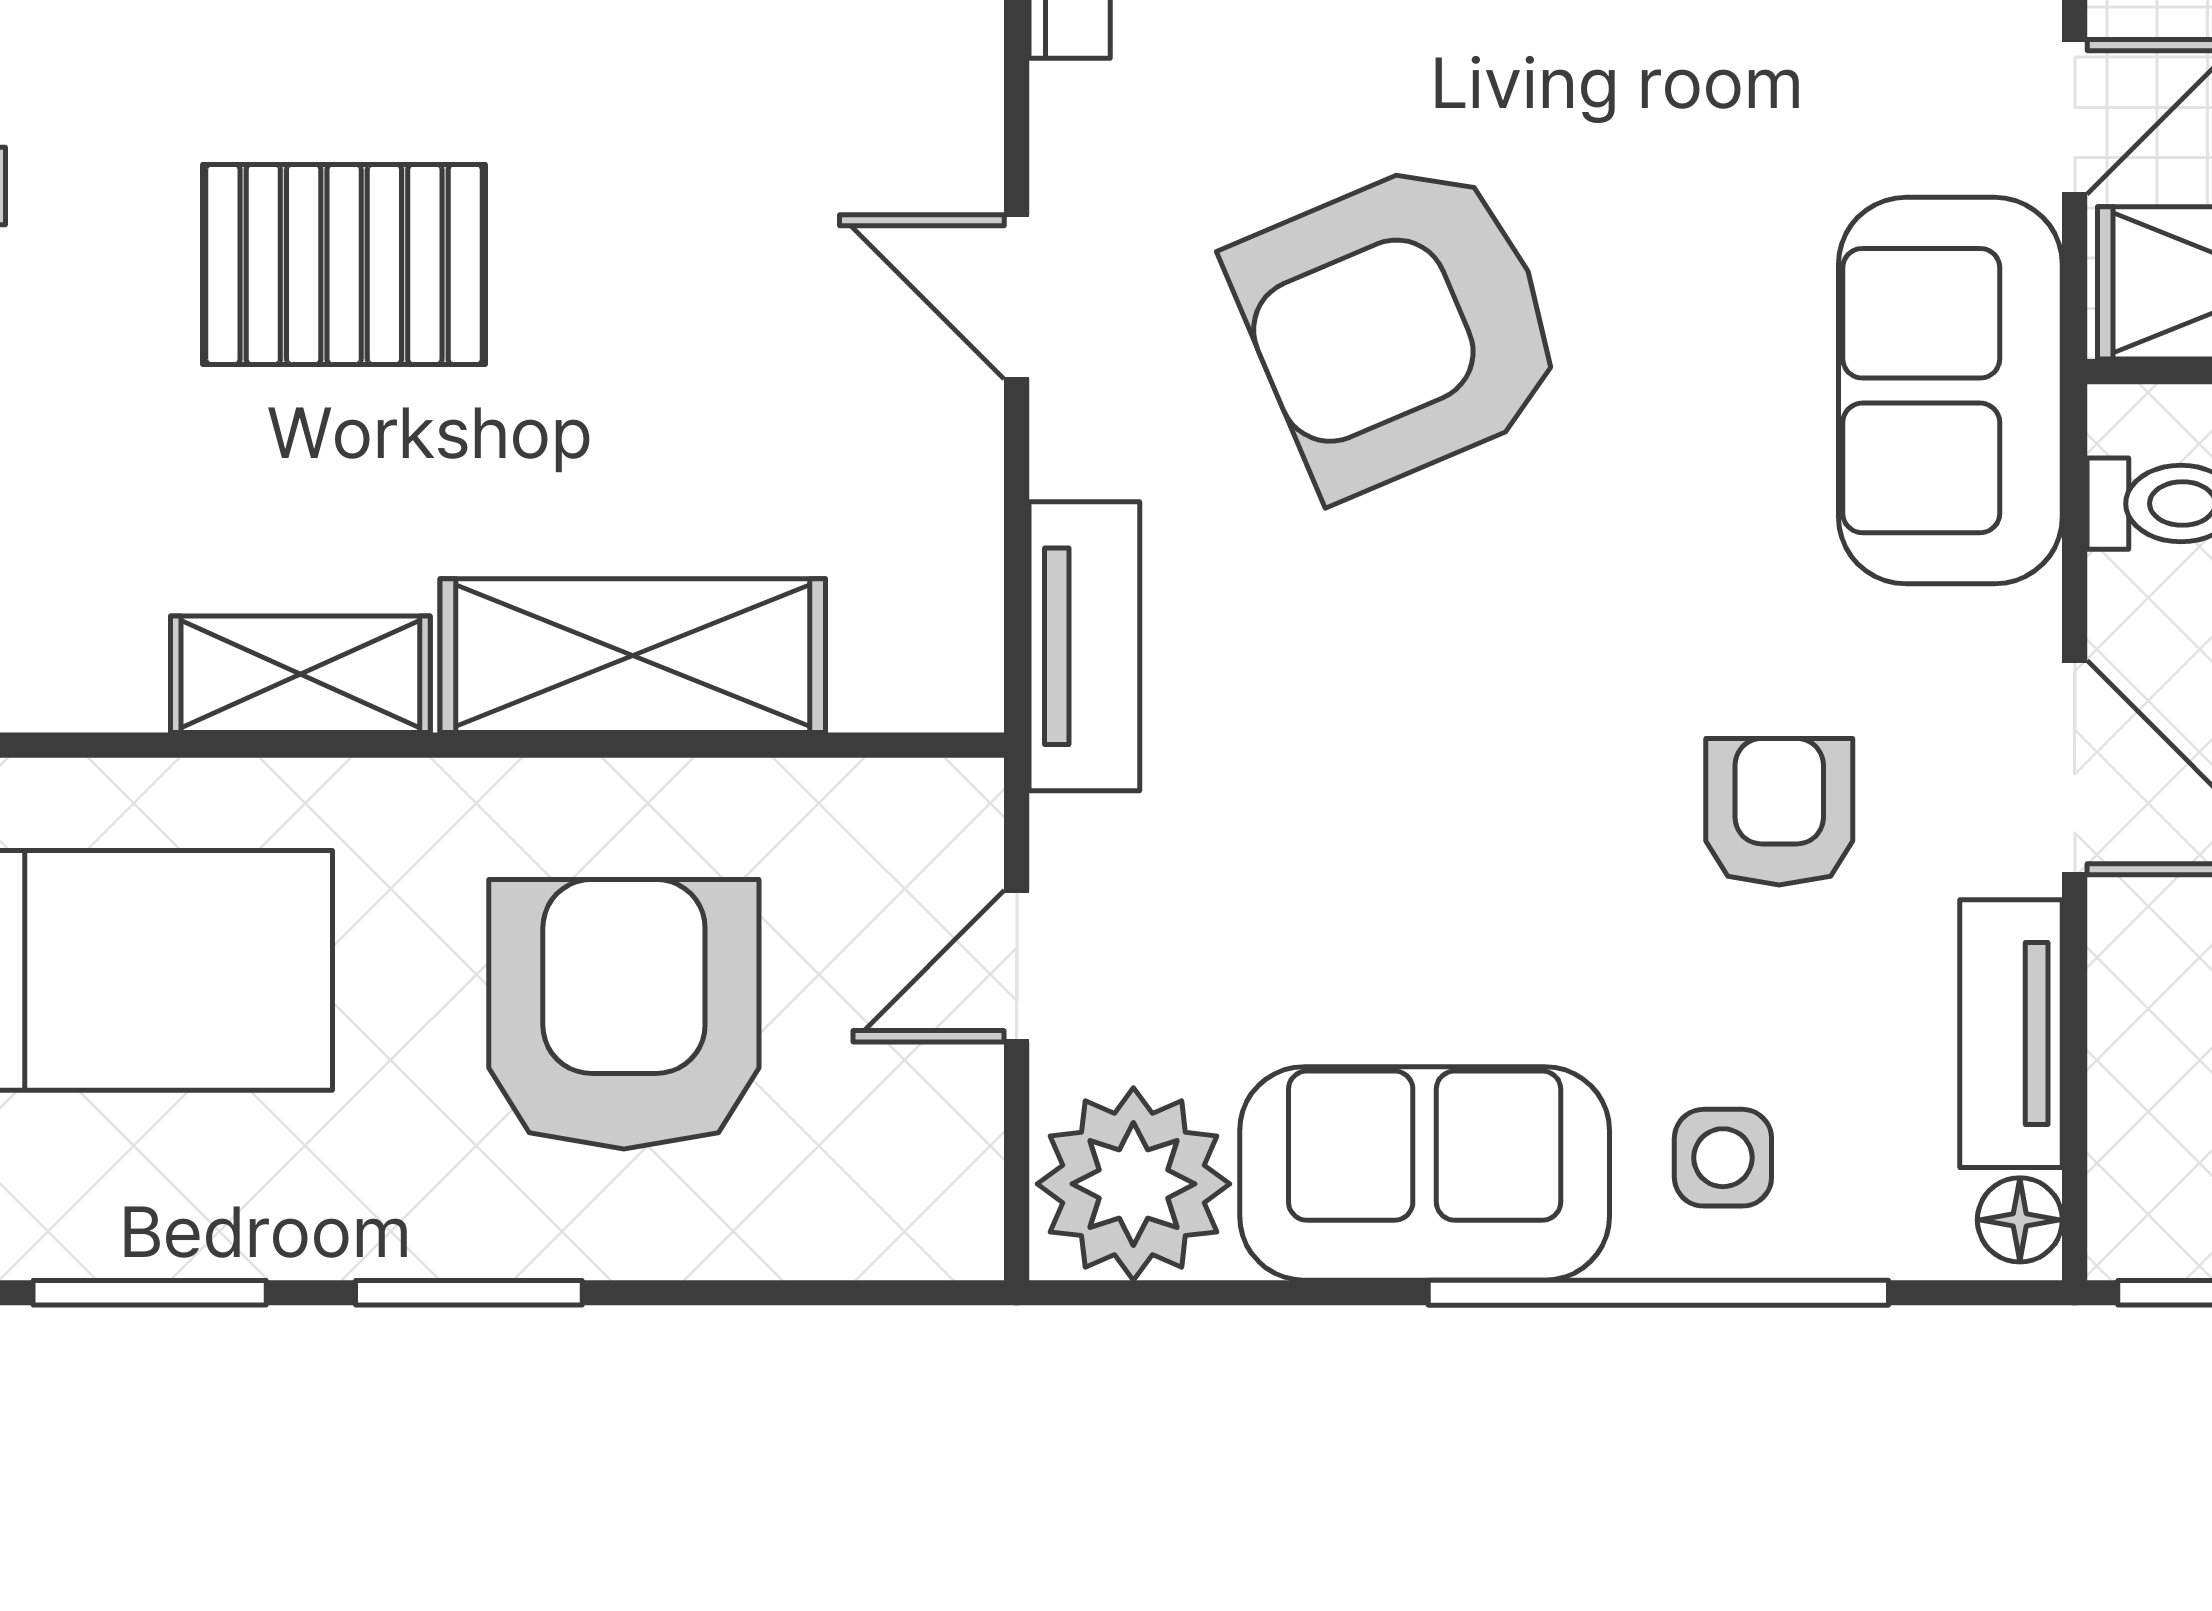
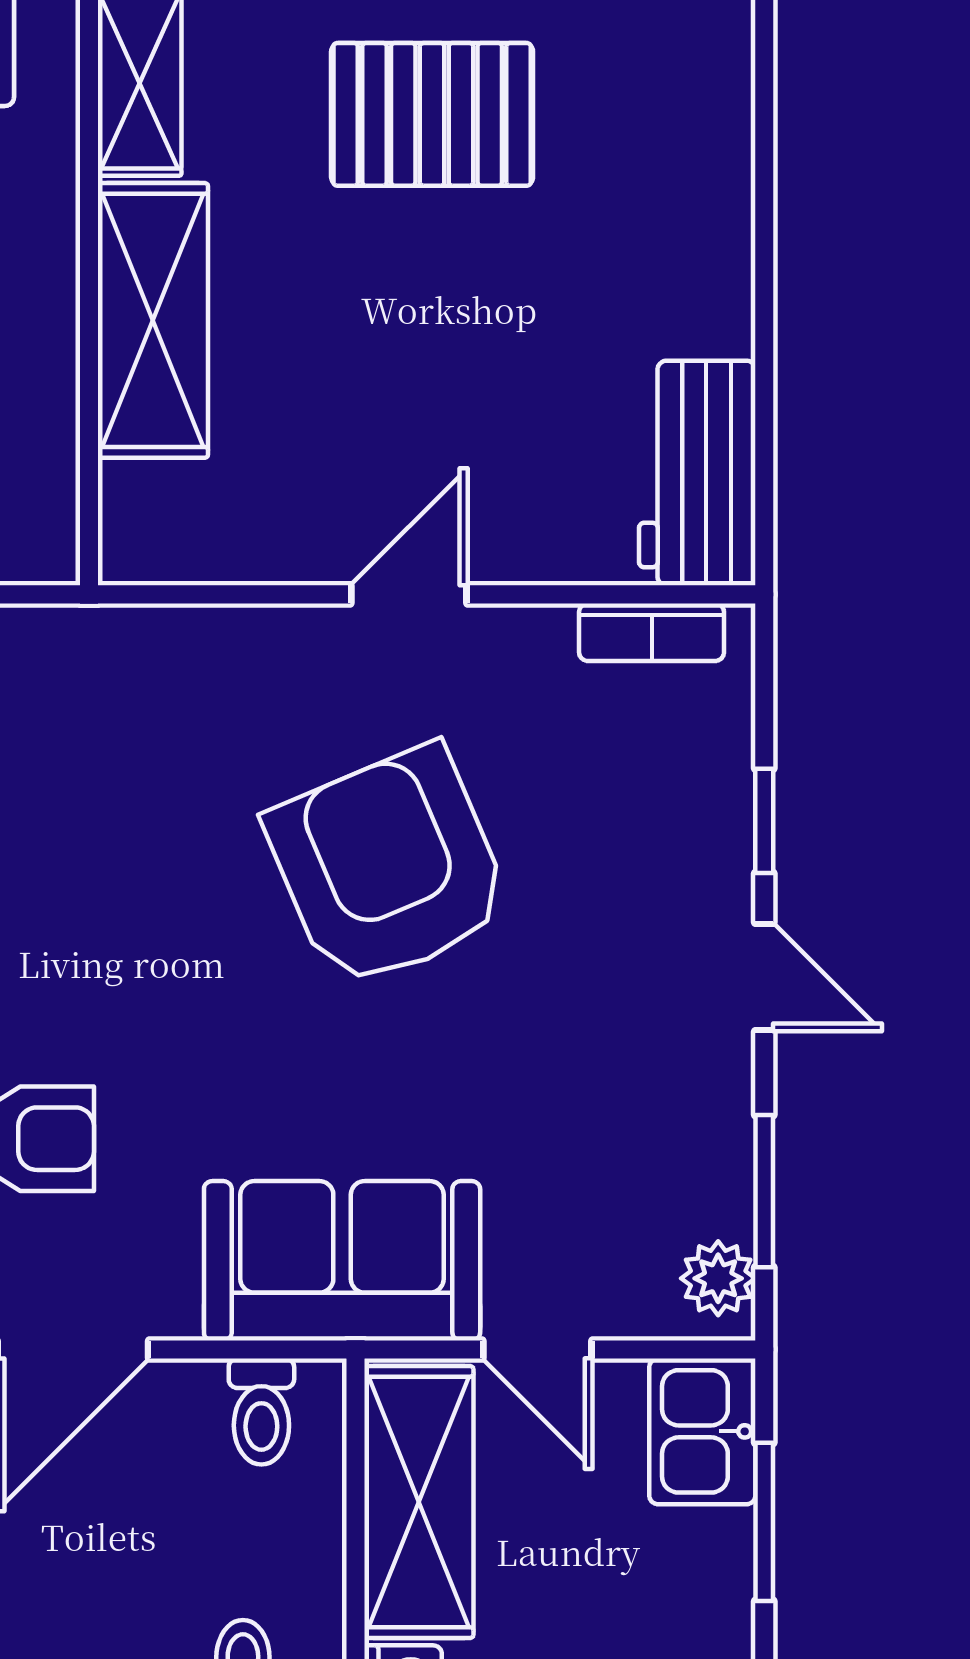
pallet: (344, 264) -> (432, 114), turned 90
tv unit: (1084, 646) -> (160, 643), removed

